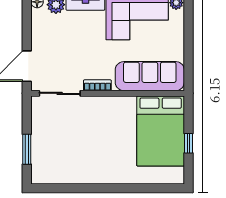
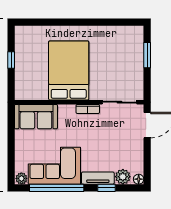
sofa: (150, 76) -> (36, 117), width x0.73
bed: (161, 131) -> (69, 70), moved

